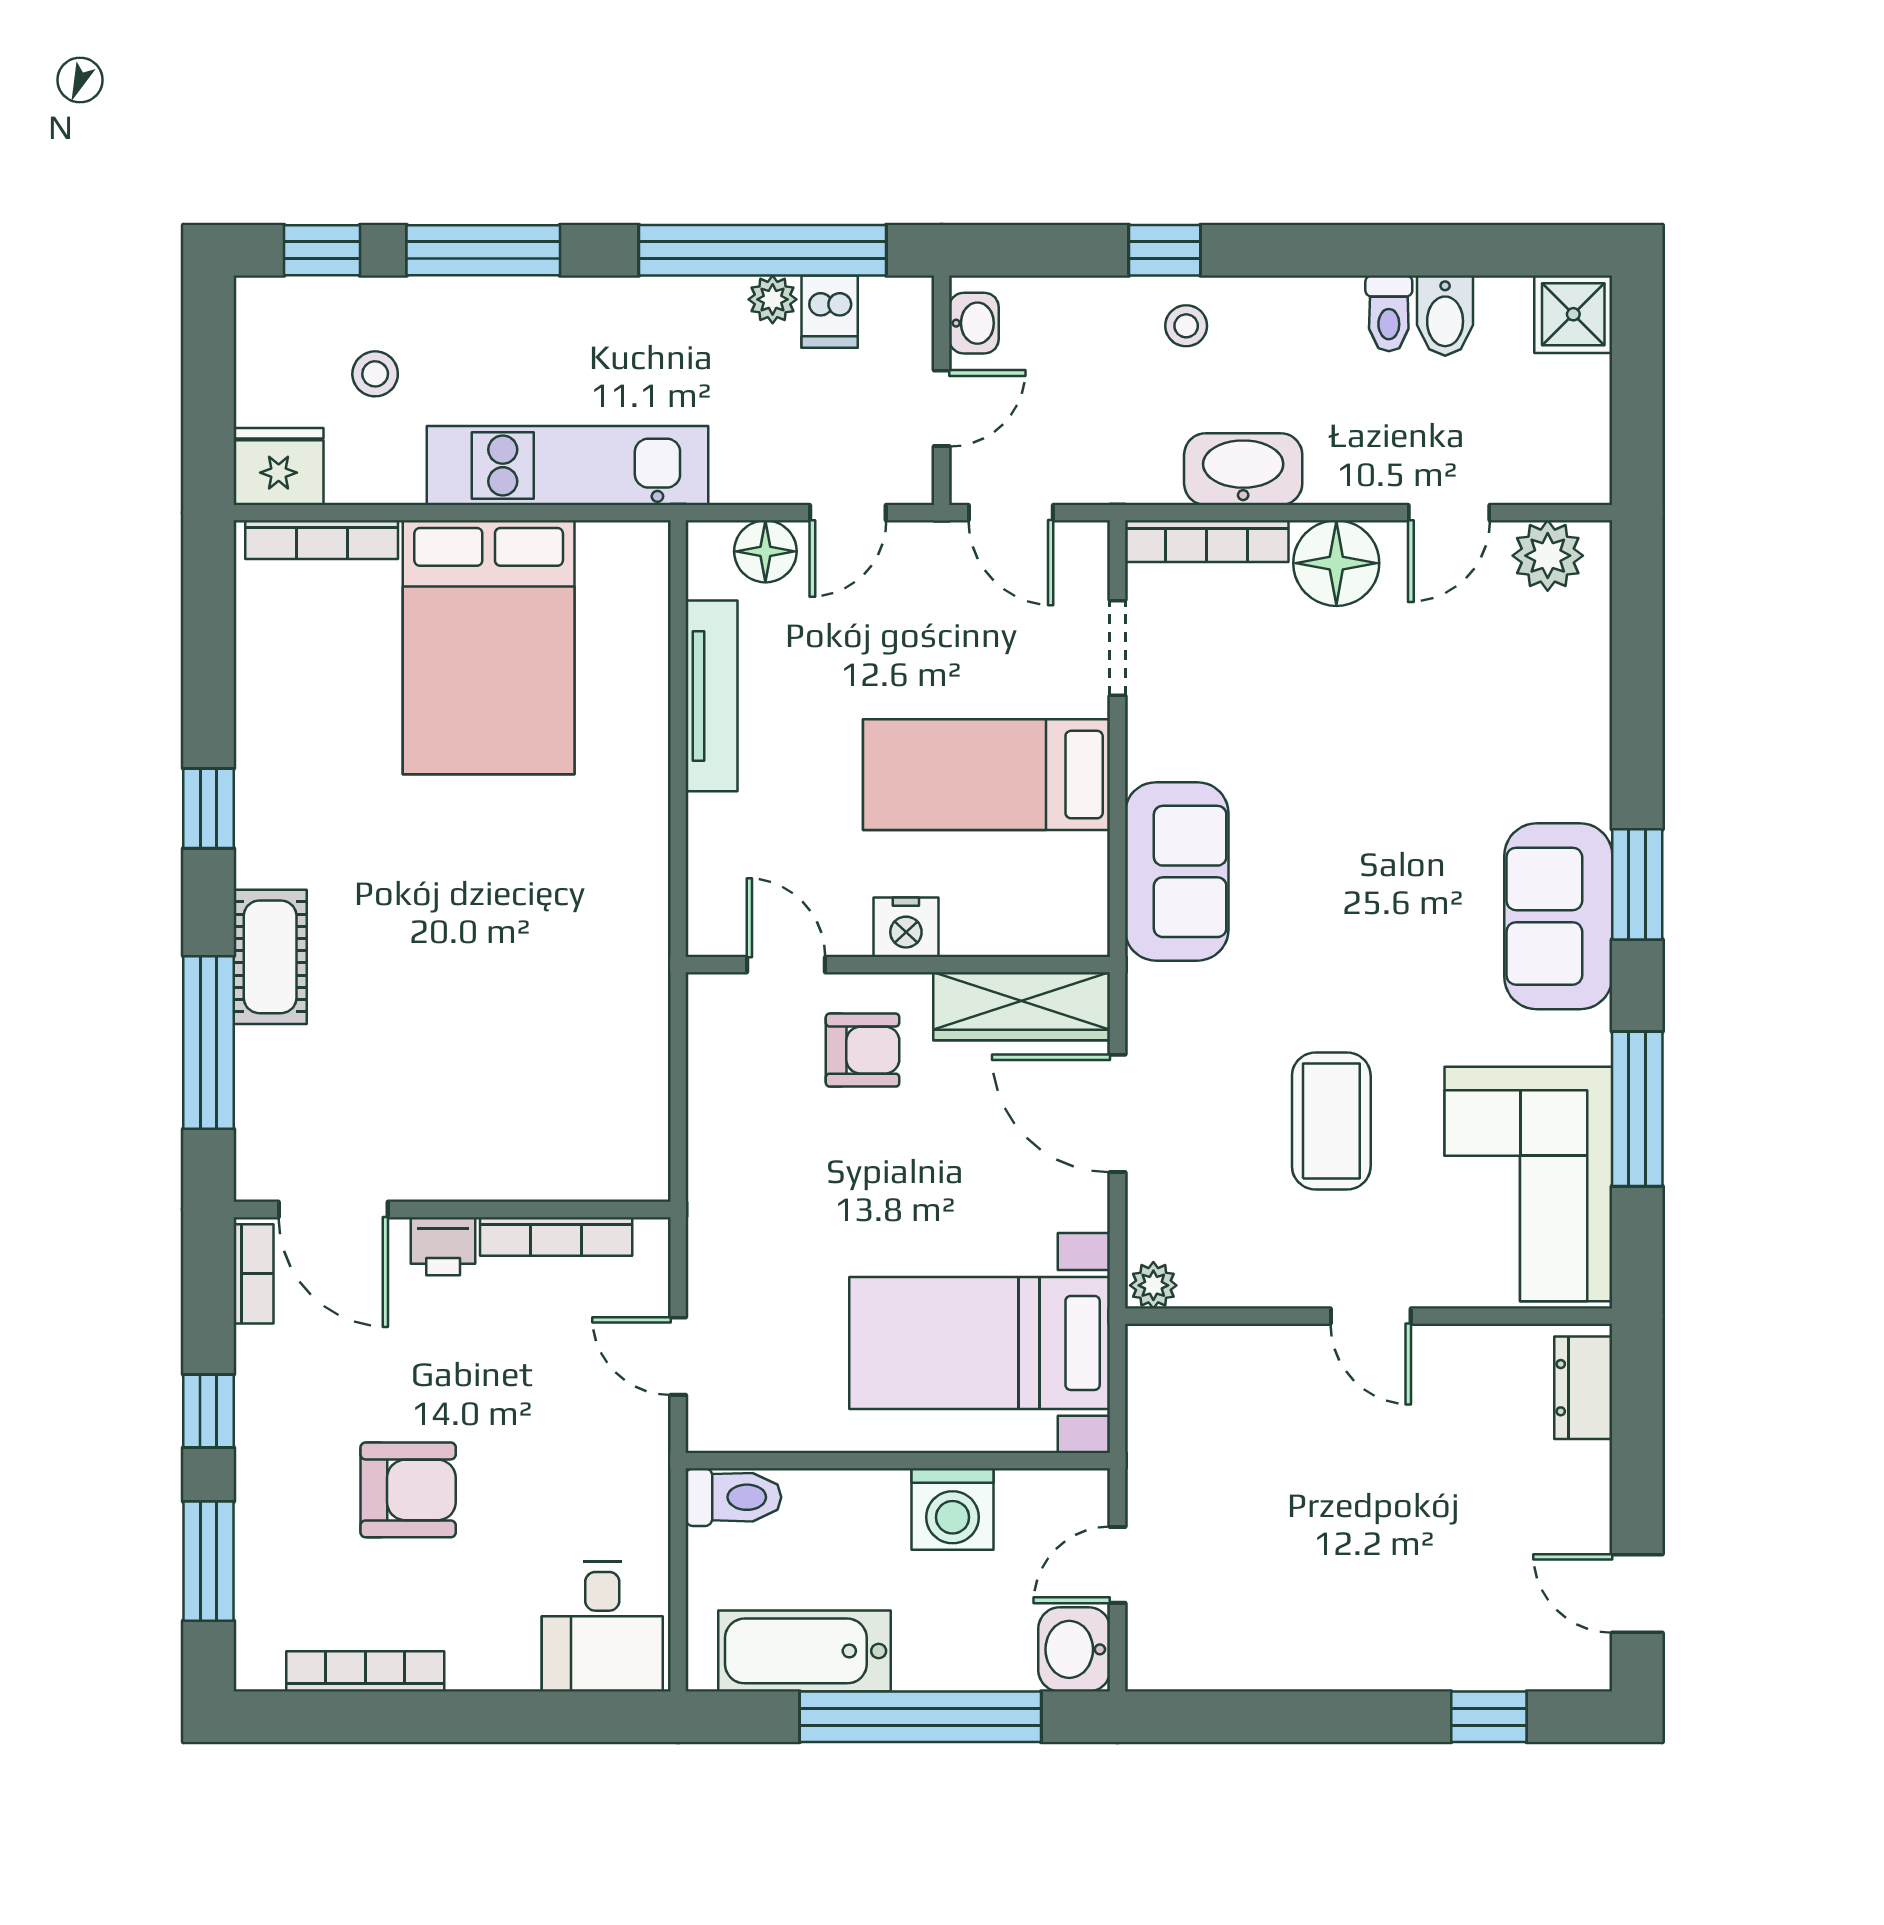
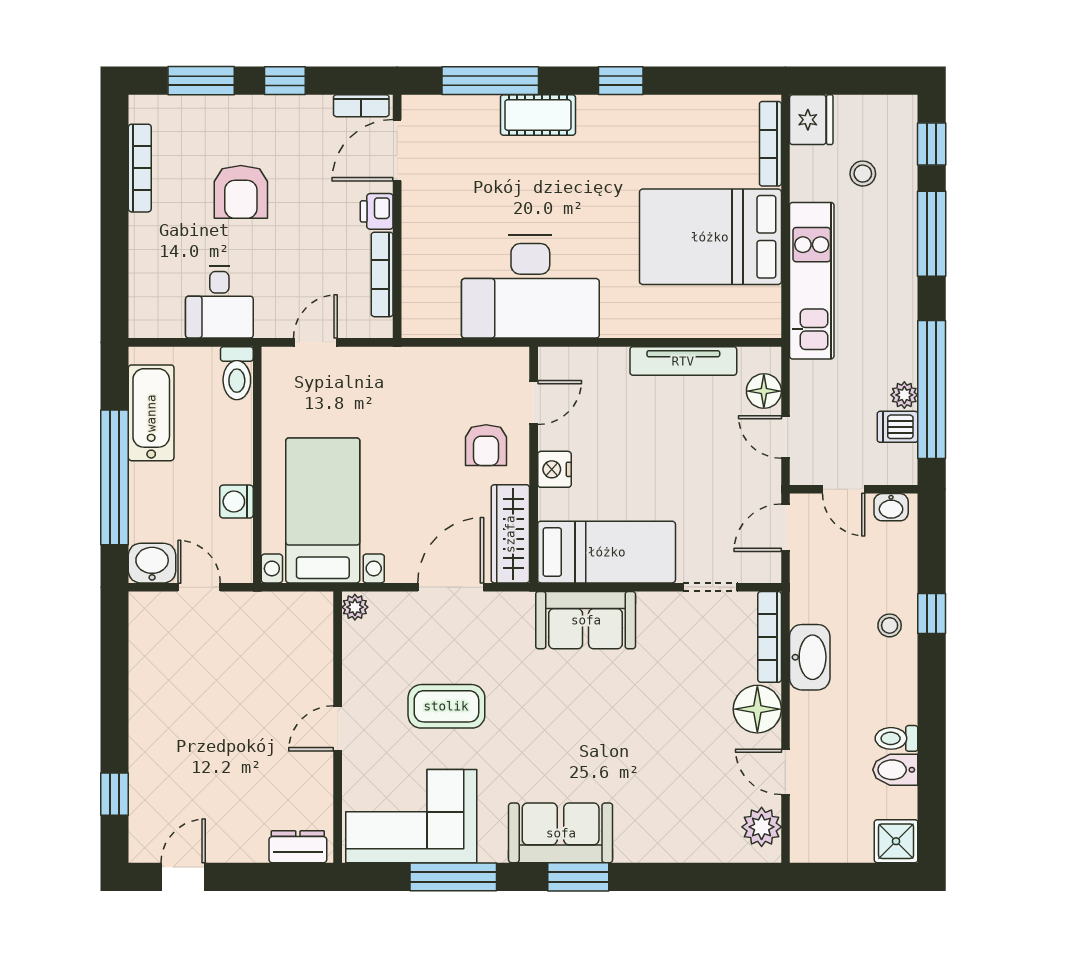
bed: (987, 775) -> (607, 552), moved, turned 90
desk: (578, 970) -> (530, 287), added
washing machine: (953, 1509) -> (236, 502), width x0.73, depth x0.73
desk: (602, 1626) -> (219, 302), moved, turned -90

